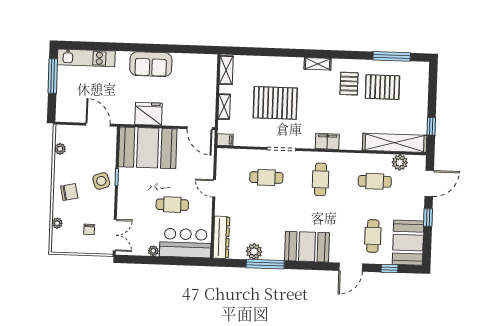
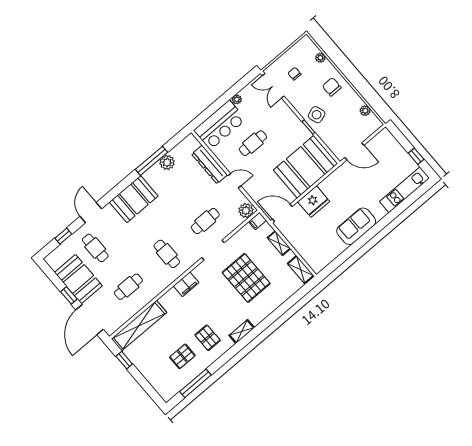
window: (53, 76) -> (416, 156), width x0.46
pallet: (382, 87) -> (182, 356), width x0.67, depth x0.71
pallet: (275, 103) -> (246, 278), turned 90
fridge: (149, 114) -> (314, 202), moved
plant: (400, 162) -> (246, 211), moved
door: (429, 183) -> (90, 320), width x1.36
chair: (69, 192) -> (332, 87), turned 102
dresser: (221, 237) -> (210, 165), moved
booth: (408, 243) -> (78, 279), moved

